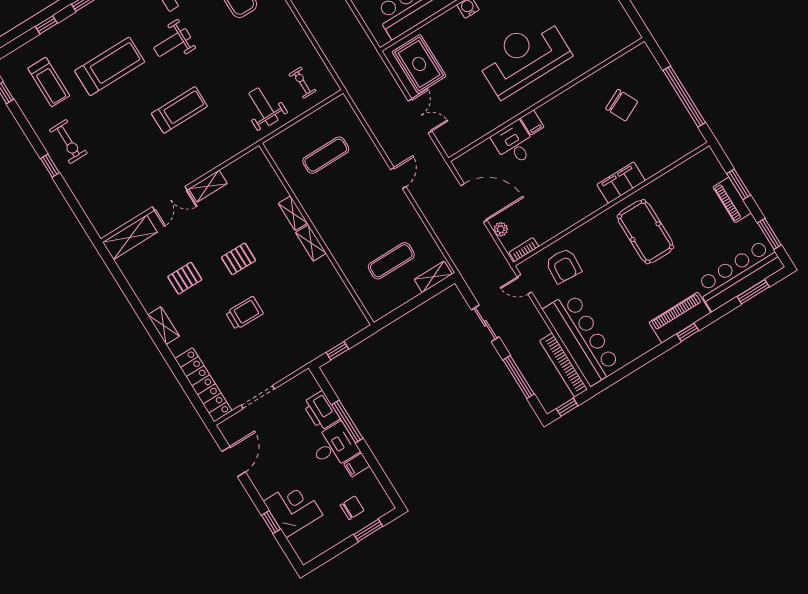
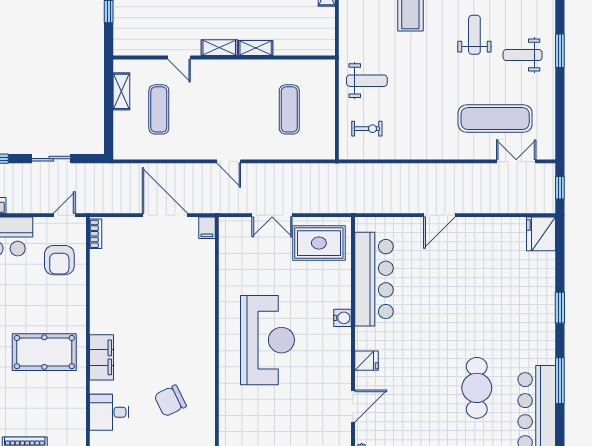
filing cabinet: (532, 123) -> (207, 228), moved, turned -90
desk: (514, 144) -> (109, 412), moved, turned 180
door: (474, 203) -> (165, 215), swing flipped
plant: (501, 229) -> (126, 224), removed
armchair: (563, 266) -> (59, 260), turned -94
door: (339, 270) -> (179, 58), added
shelving: (433, 277) -> (121, 91), moved

